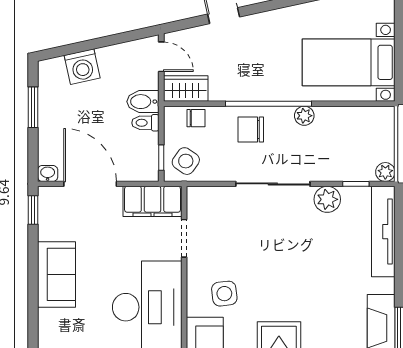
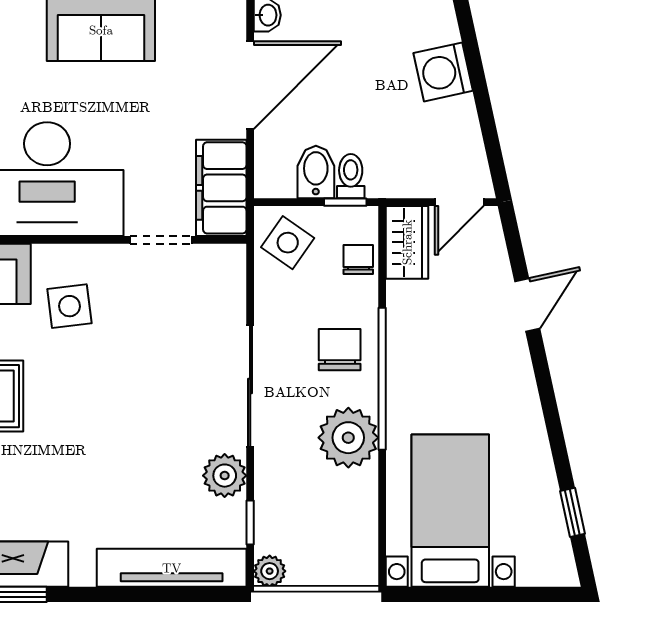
bidet: (143, 102) -> (316, 172), moved
plant: (304, 116) -> (348, 438), width x1.88, depth x1.88
chair: (196, 118) -> (358, 260), turned 180
window: (161, 158) -> (345, 202), moved

